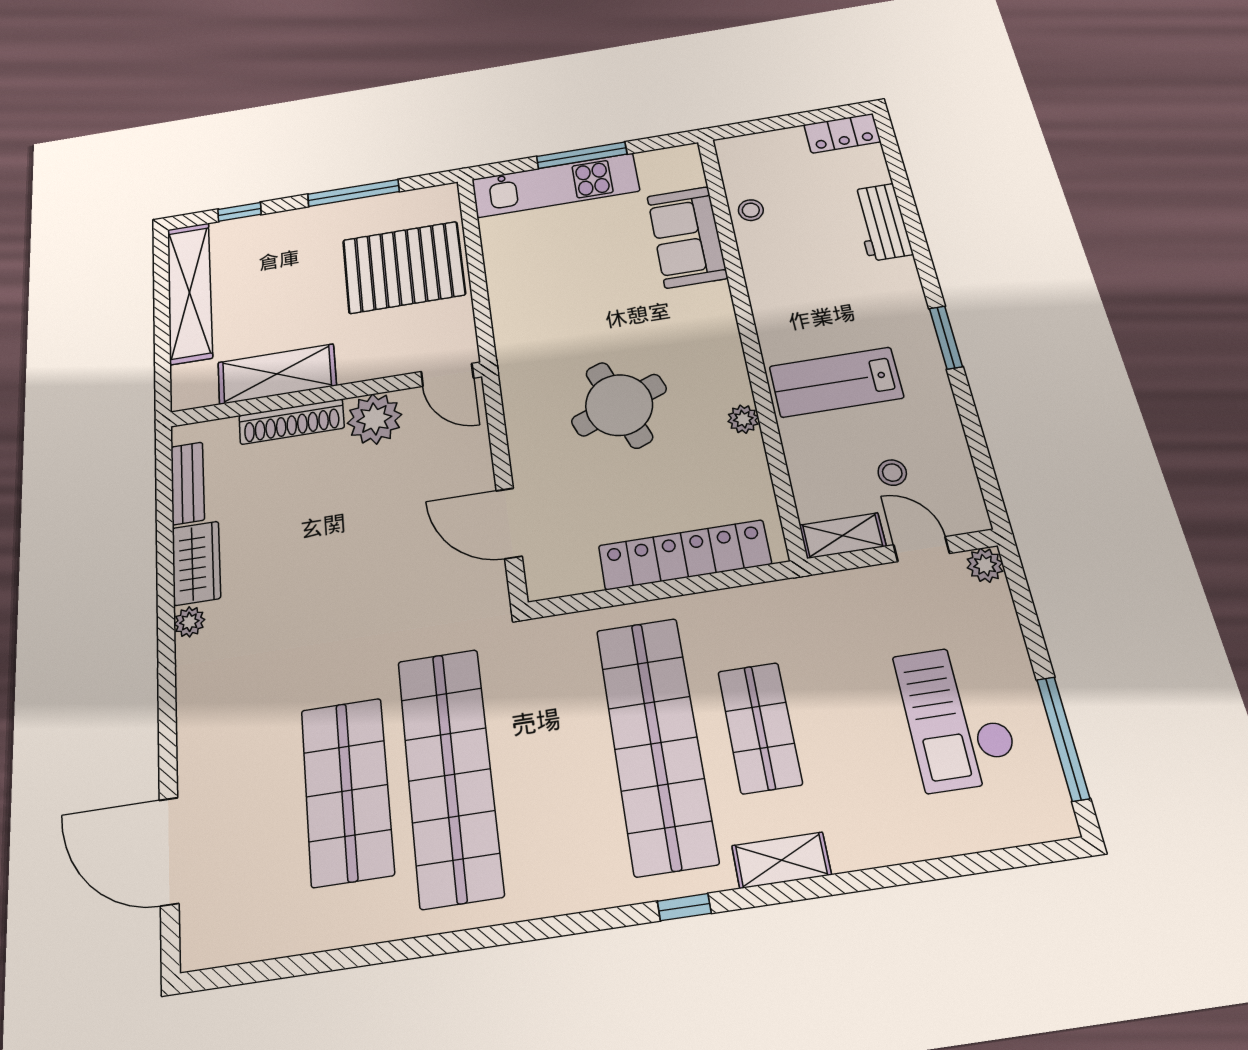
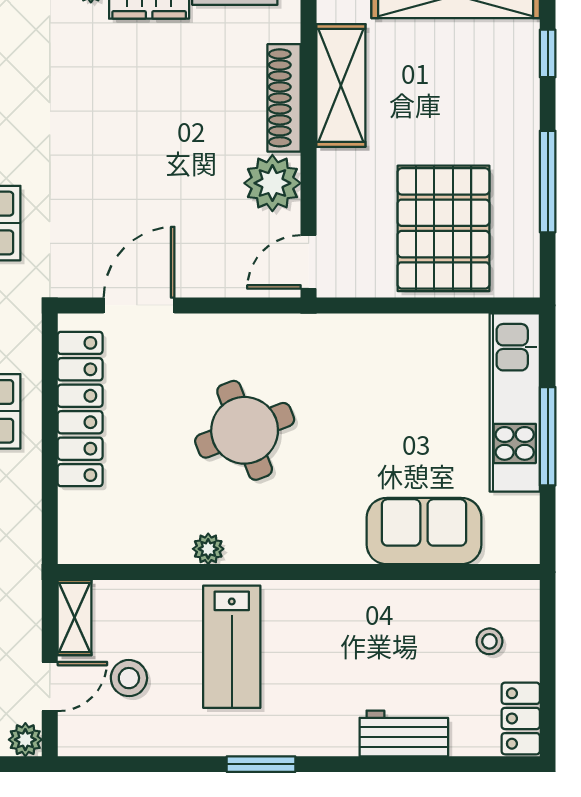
stool: (751, 210) -> (489, 641), moved
lab bench: (836, 382) -> (232, 647), turned 180
stool: (892, 473) -> (129, 678), width x1.37, depth x1.37
locker: (685, 555) -> (80, 409), moved

